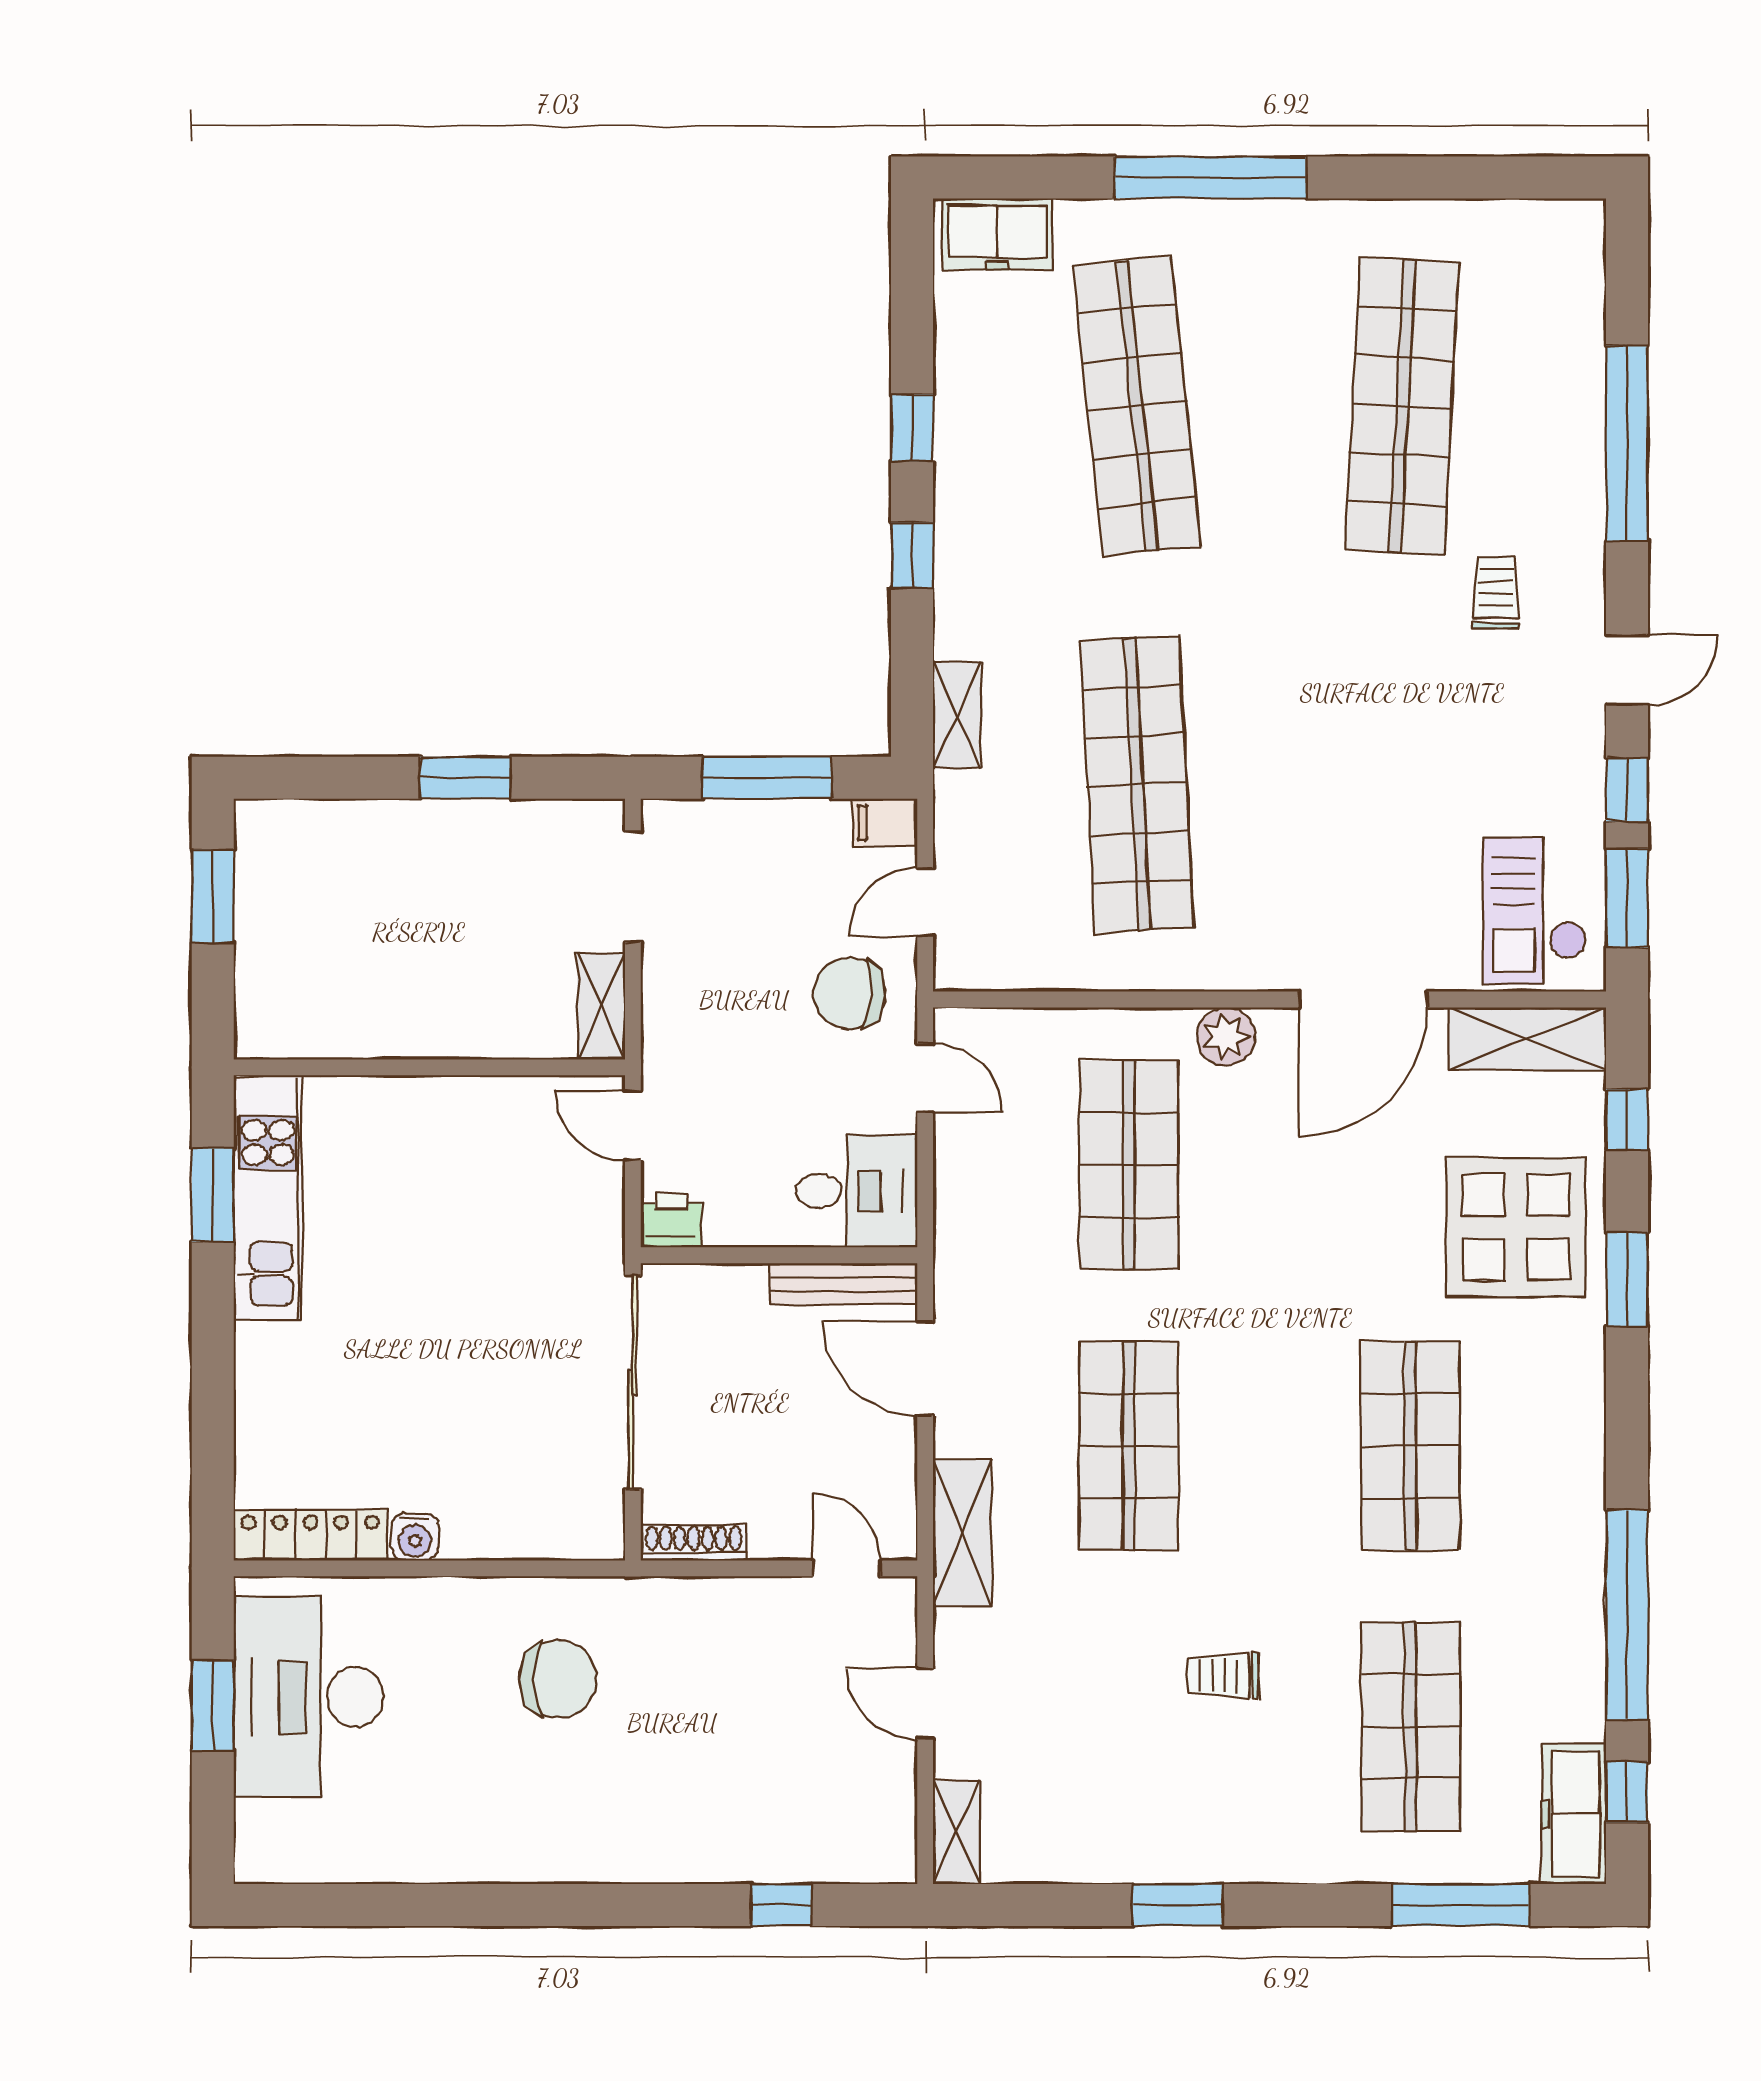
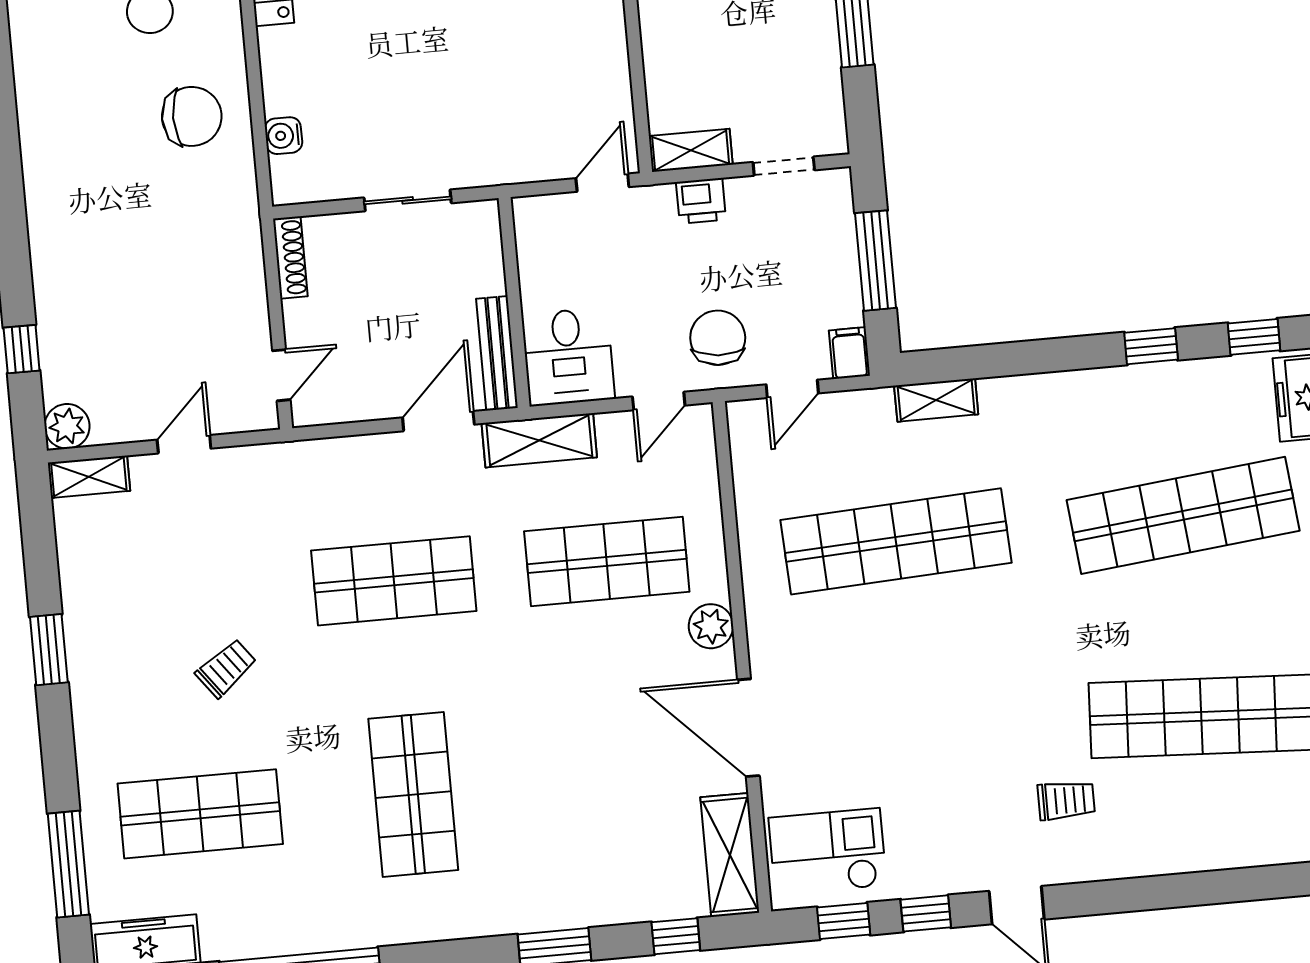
window: (1627, 443) -> (1188, 890), removed
window: (912, 555) -> (1254, 337), moved
doorway: (633, 886) -> (784, 166), width x0.73
window: (1627, 898) -> (844, 921), width x0.67
door: (925, 902) -> (792, 389), swing flipped
printer: (671, 1220) -> (701, 201), moved, turned 90
display table: (1516, 1227) -> (586, 859), removed
sliding door: (633, 1382) -> (408, 200), width x0.54
shop shelf: (1410, 1446) -> (413, 794), turned 90
shelving: (962, 1533) -> (539, 440), moved
water cooler: (415, 1537) -> (284, 136), moved
trolley: (1223, 1676) -> (226, 668), turned 53
chair: (558, 1679) -> (192, 116), moved, turned -90
plant: (888, 1855) -> (67, 426), added

